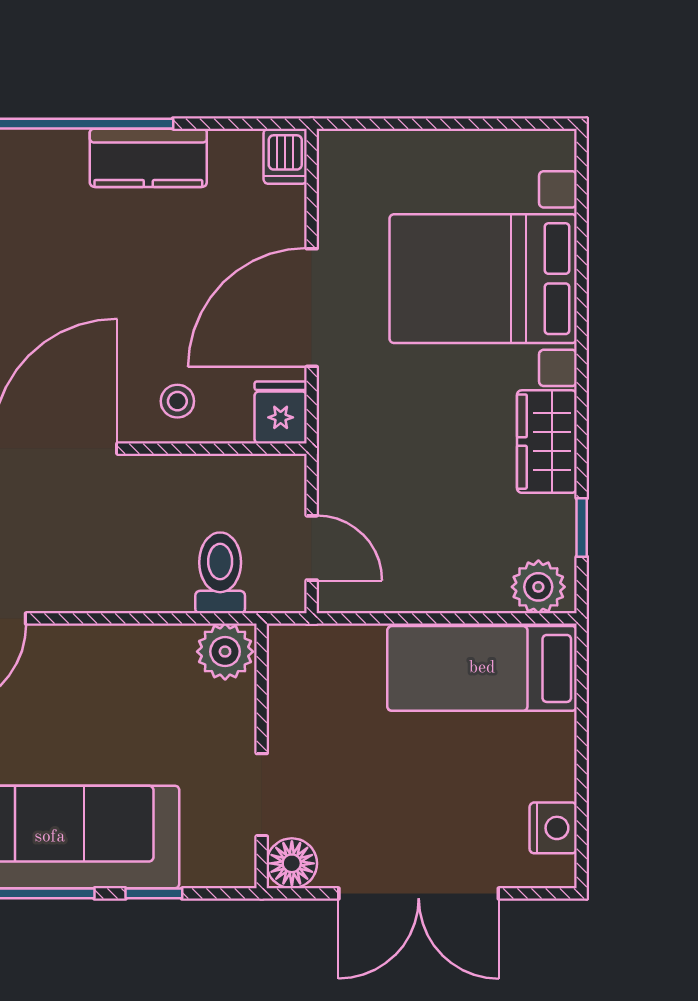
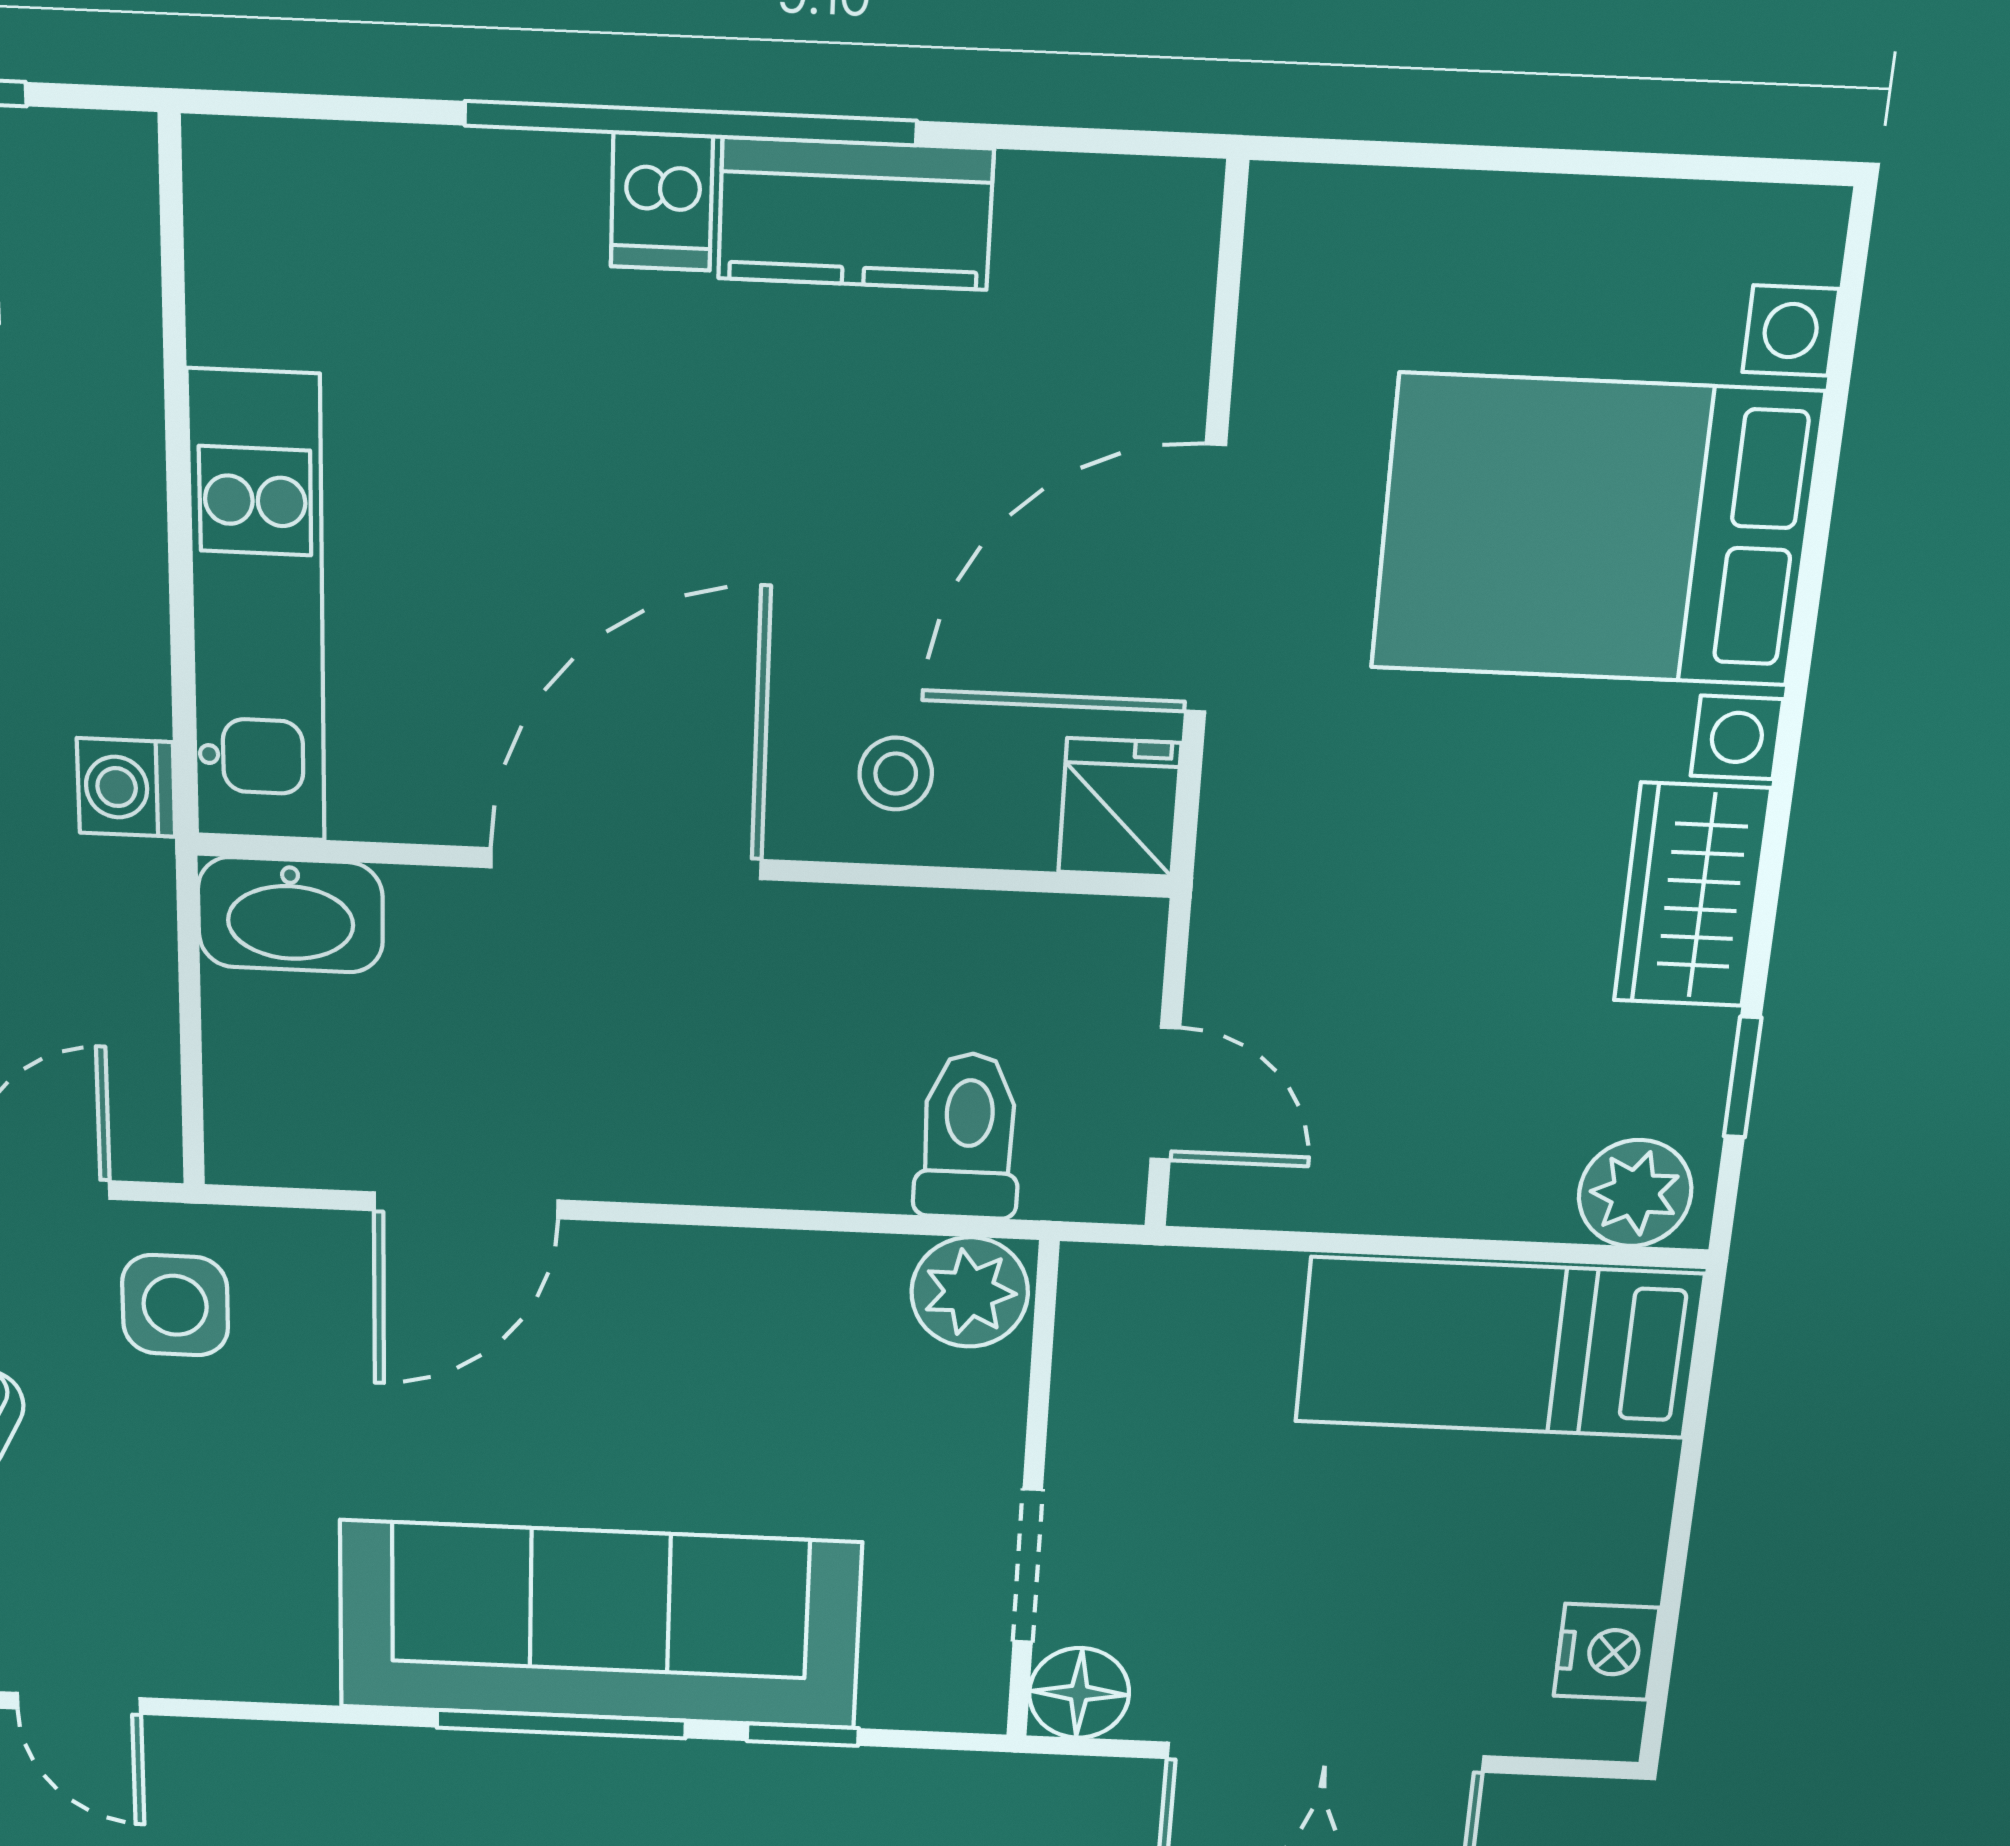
dishwasher: (285, 156) -> (662, 202), moved

